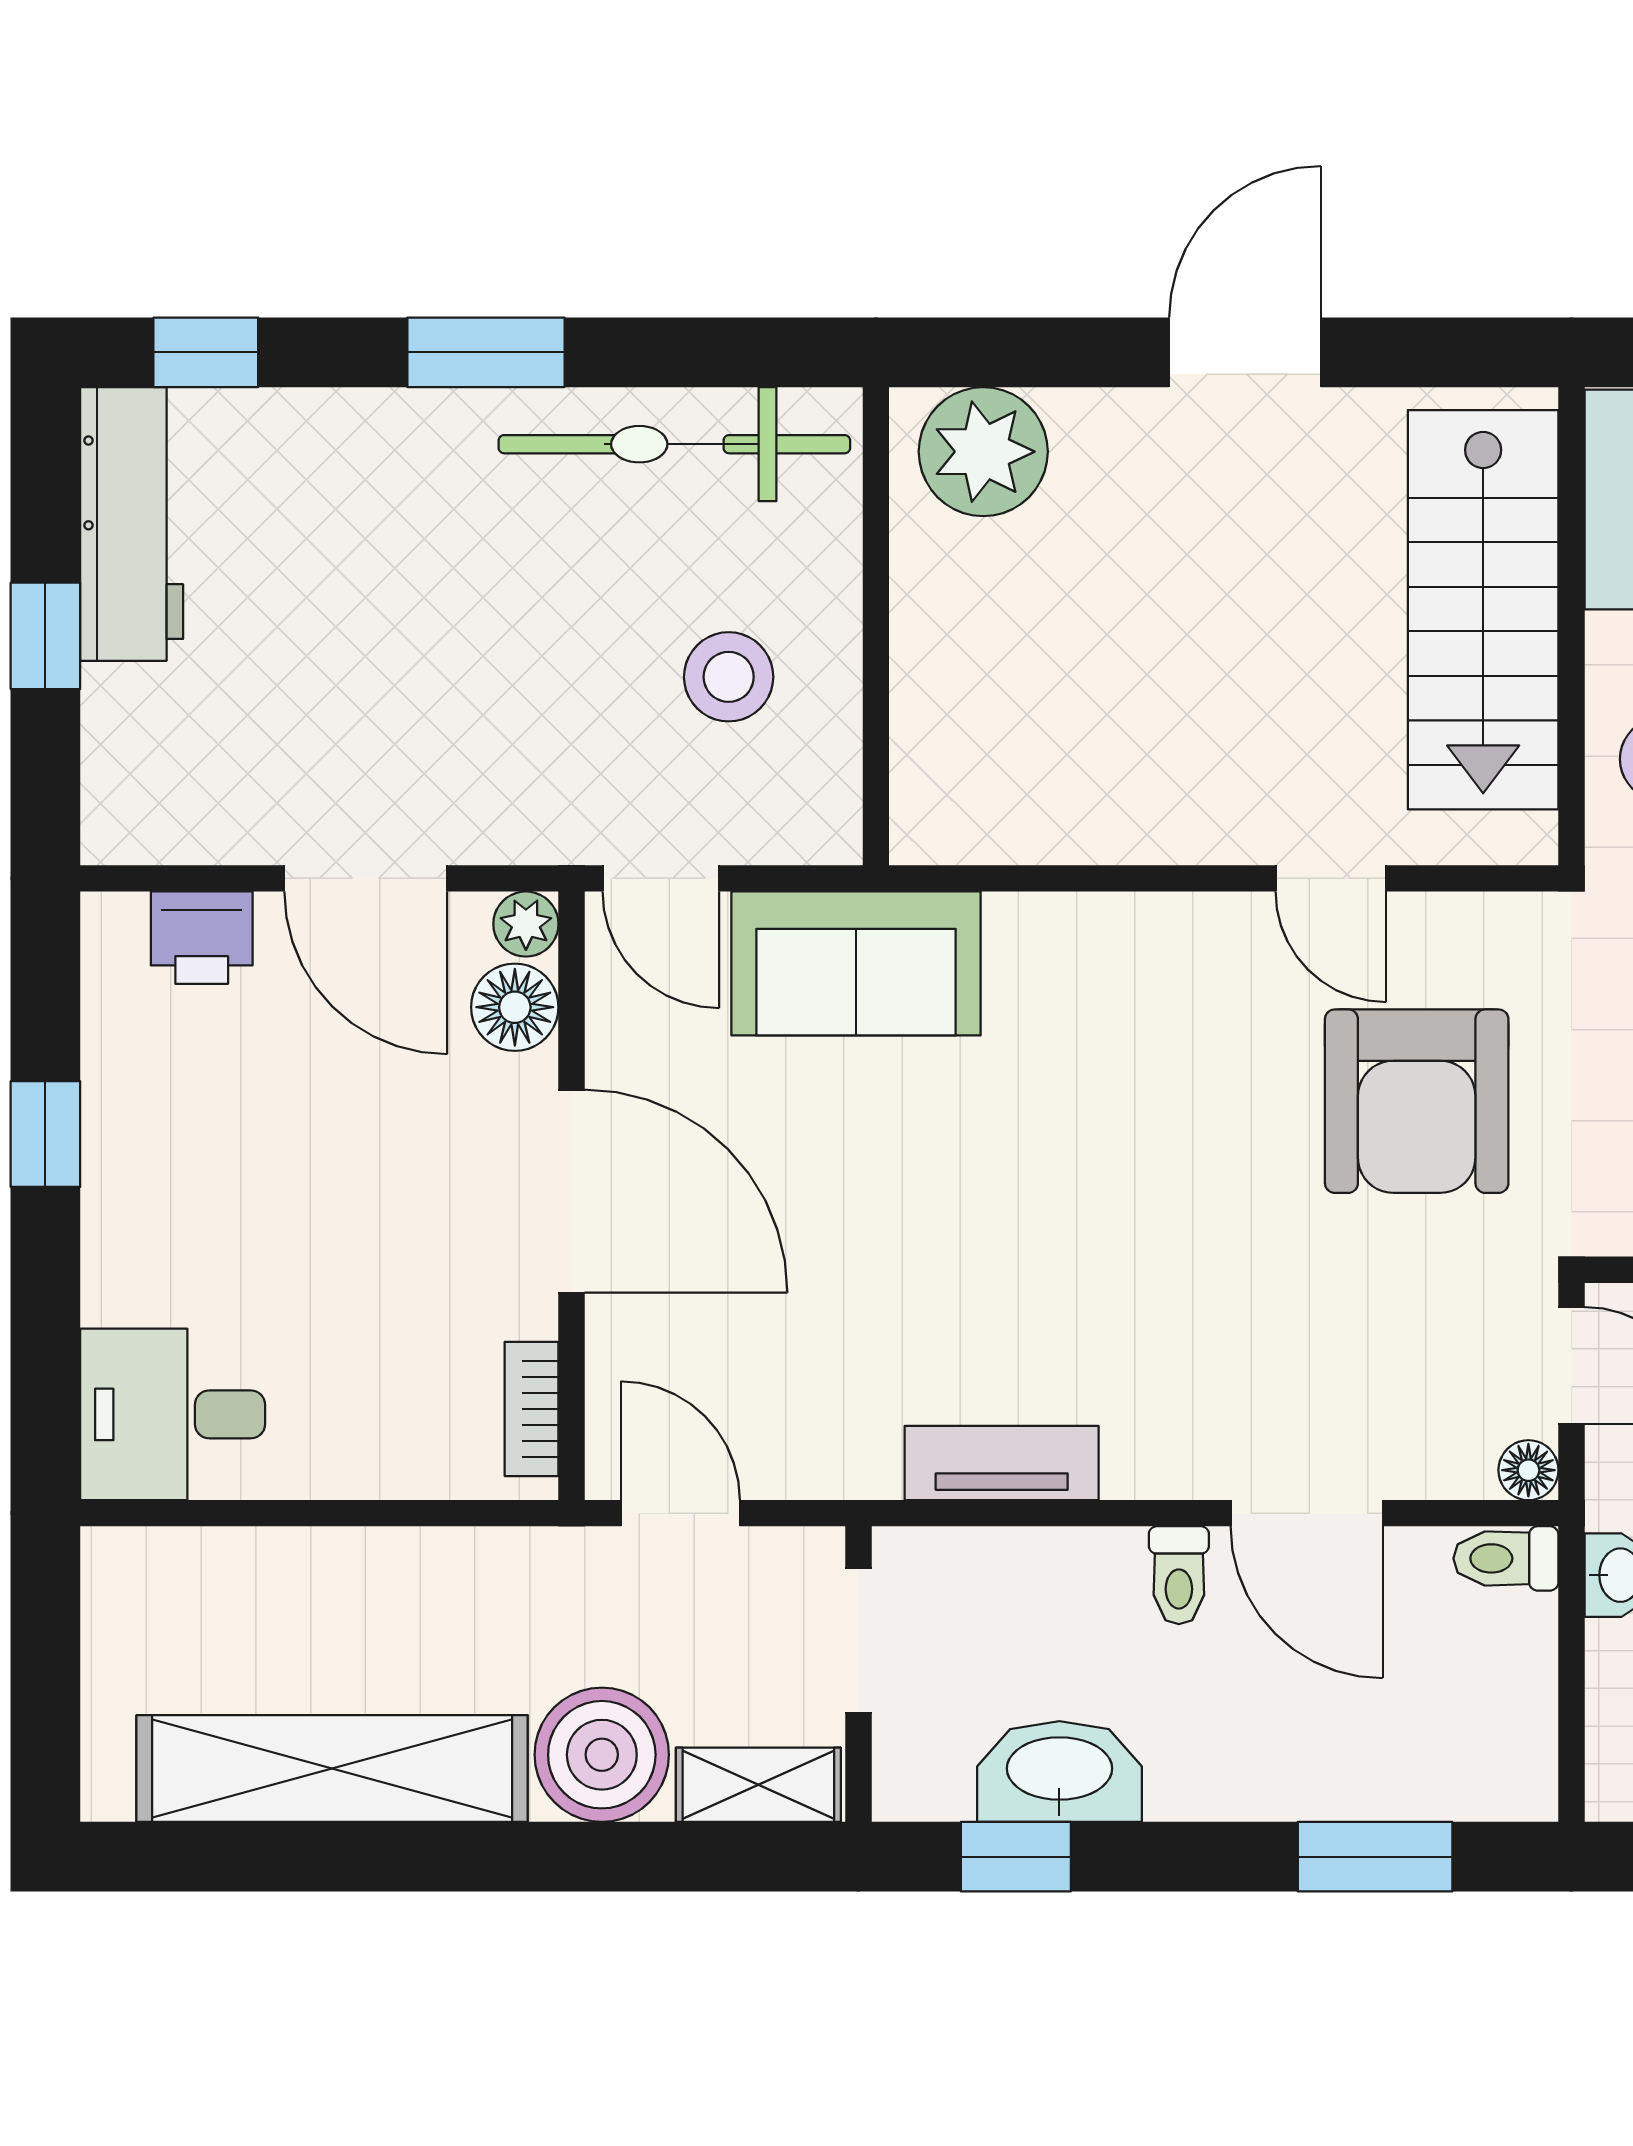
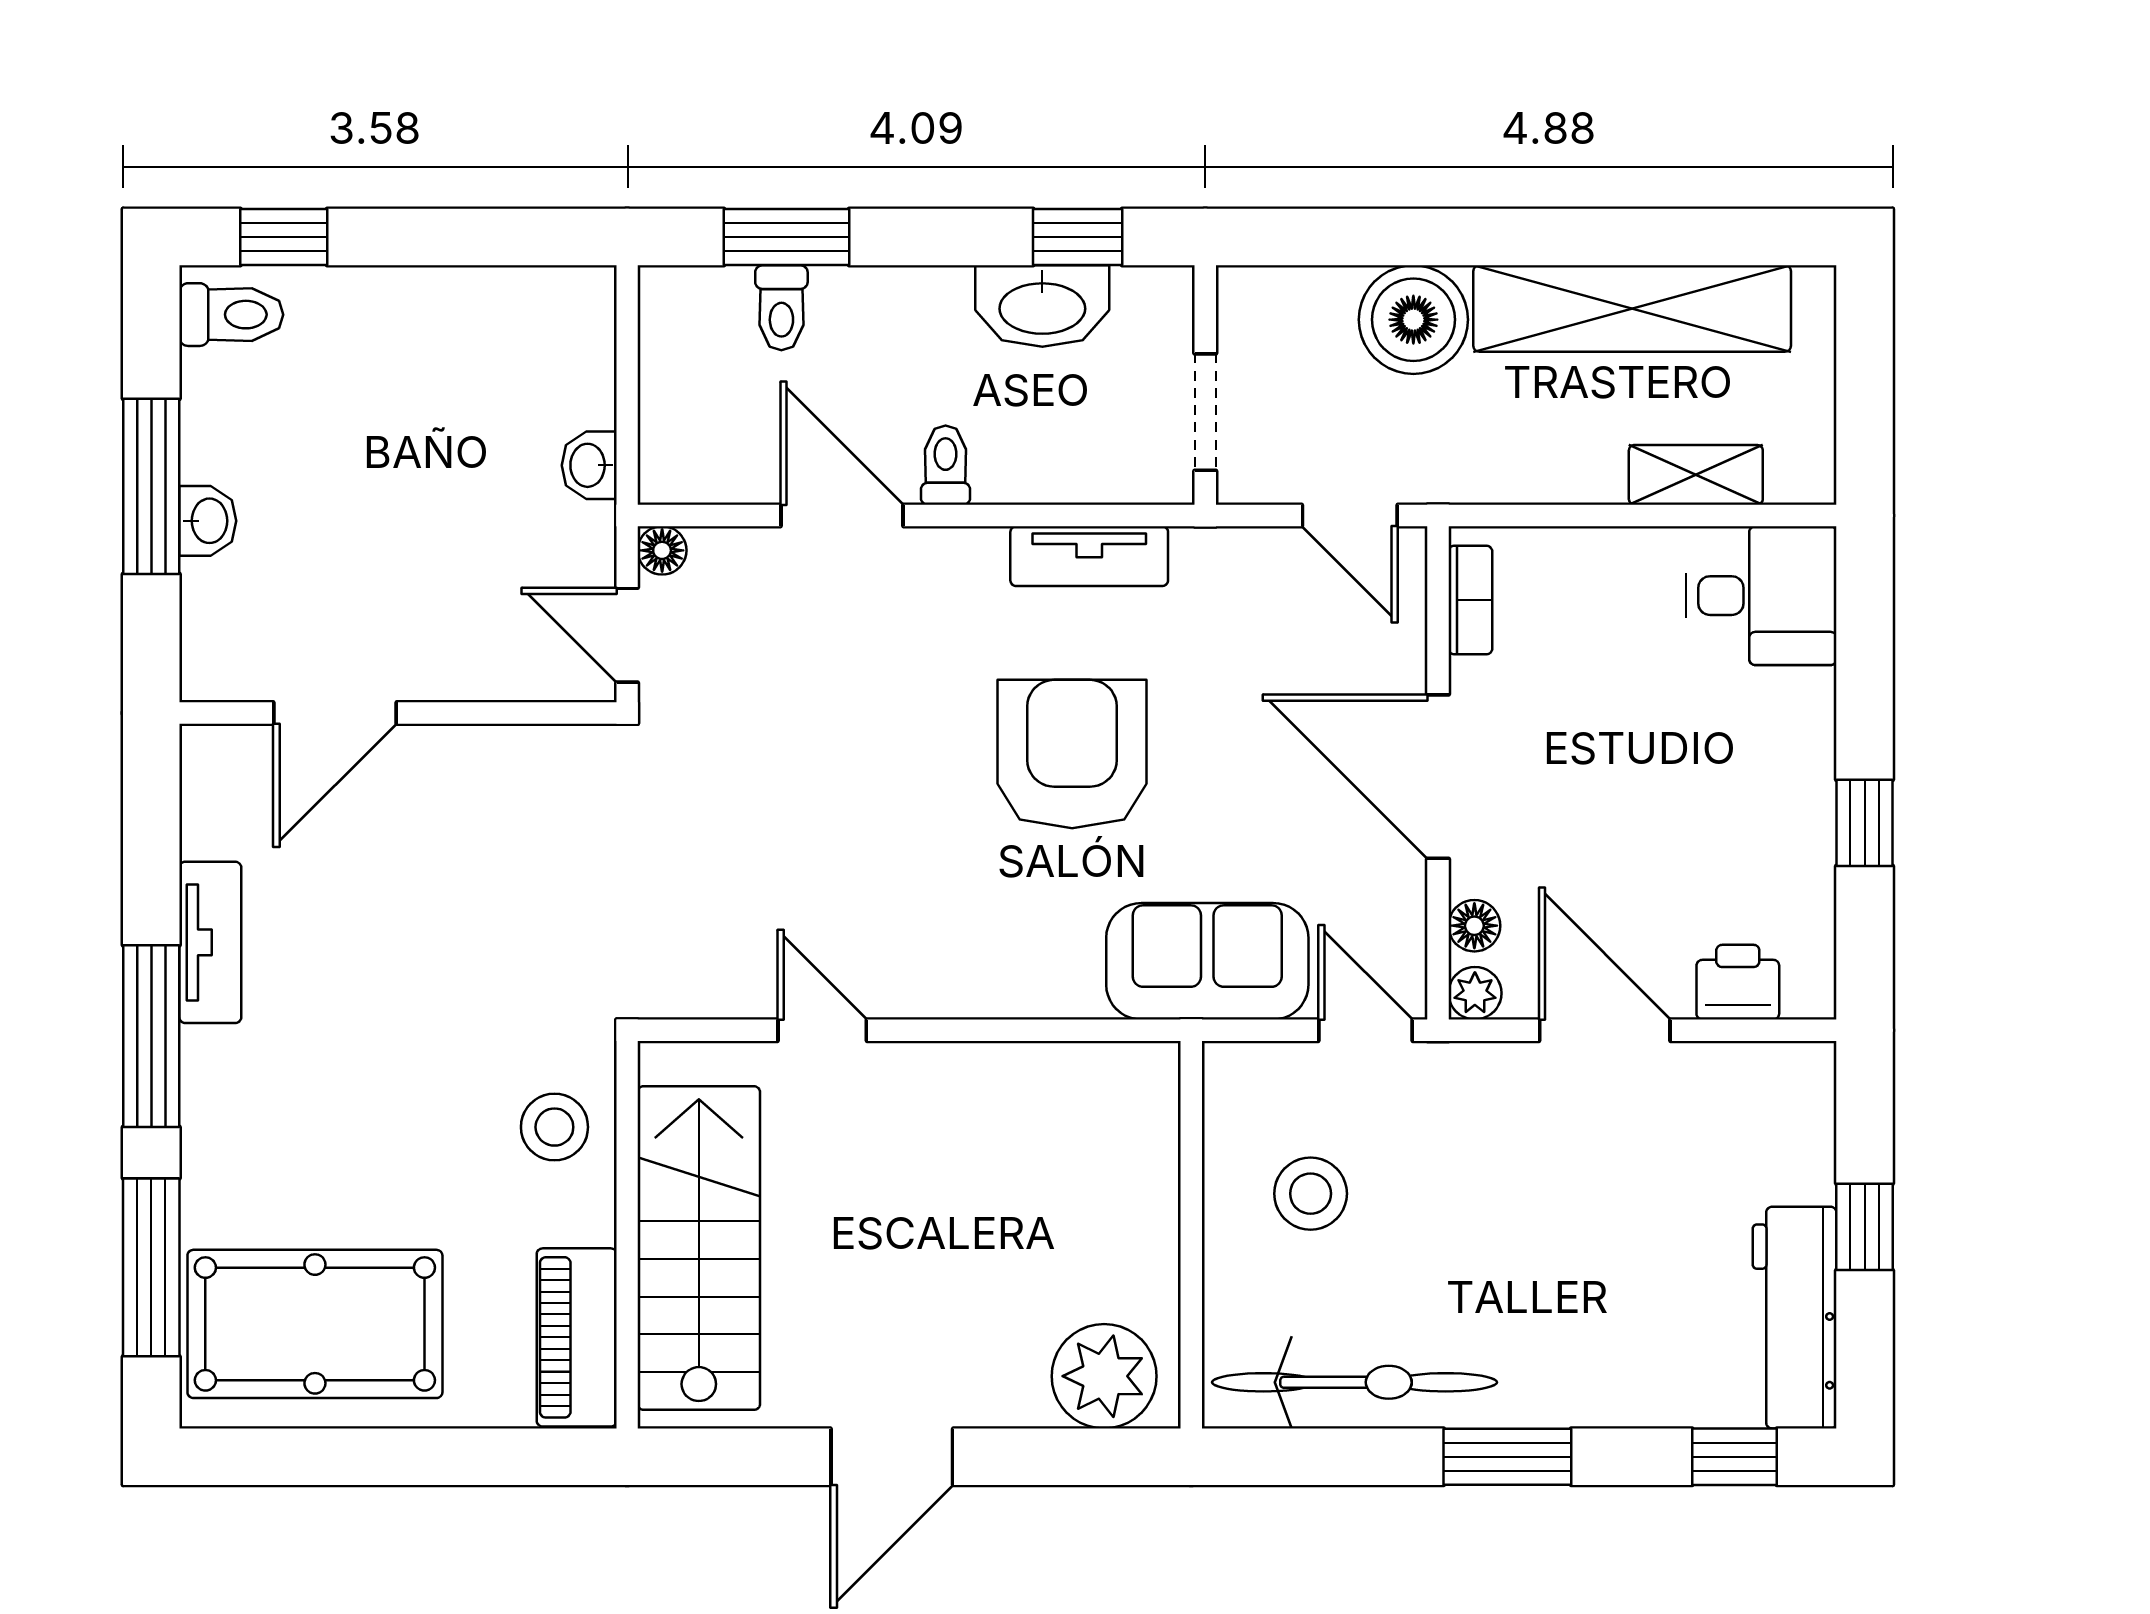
floor lamp: (515, 1007) -> (1474, 926), width x0.73, depth x0.73
armchair: (1417, 1101) -> (1072, 754), moved
toilet: (1506, 1558) -> (781, 308), moved, turned 90
shelving: (758, 1785) -> (1696, 475), moved

